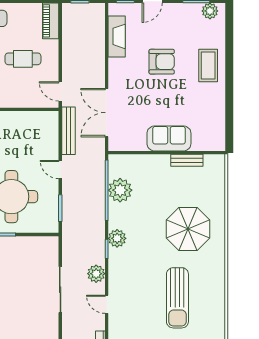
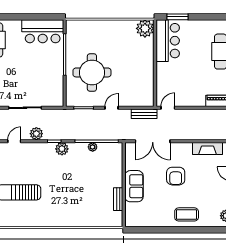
cafe table: (23, 59) -> (191, 81), removed
armchair: (162, 62) -> (176, 176), moved
double door: (107, 113) -> (153, 141), swing flipped
bench: (68, 131) -> (144, 114), width x0.73
plant: (120, 190) -> (93, 147), width x0.53, depth x0.53
parasol: (188, 229) -> (69, 200), removed

